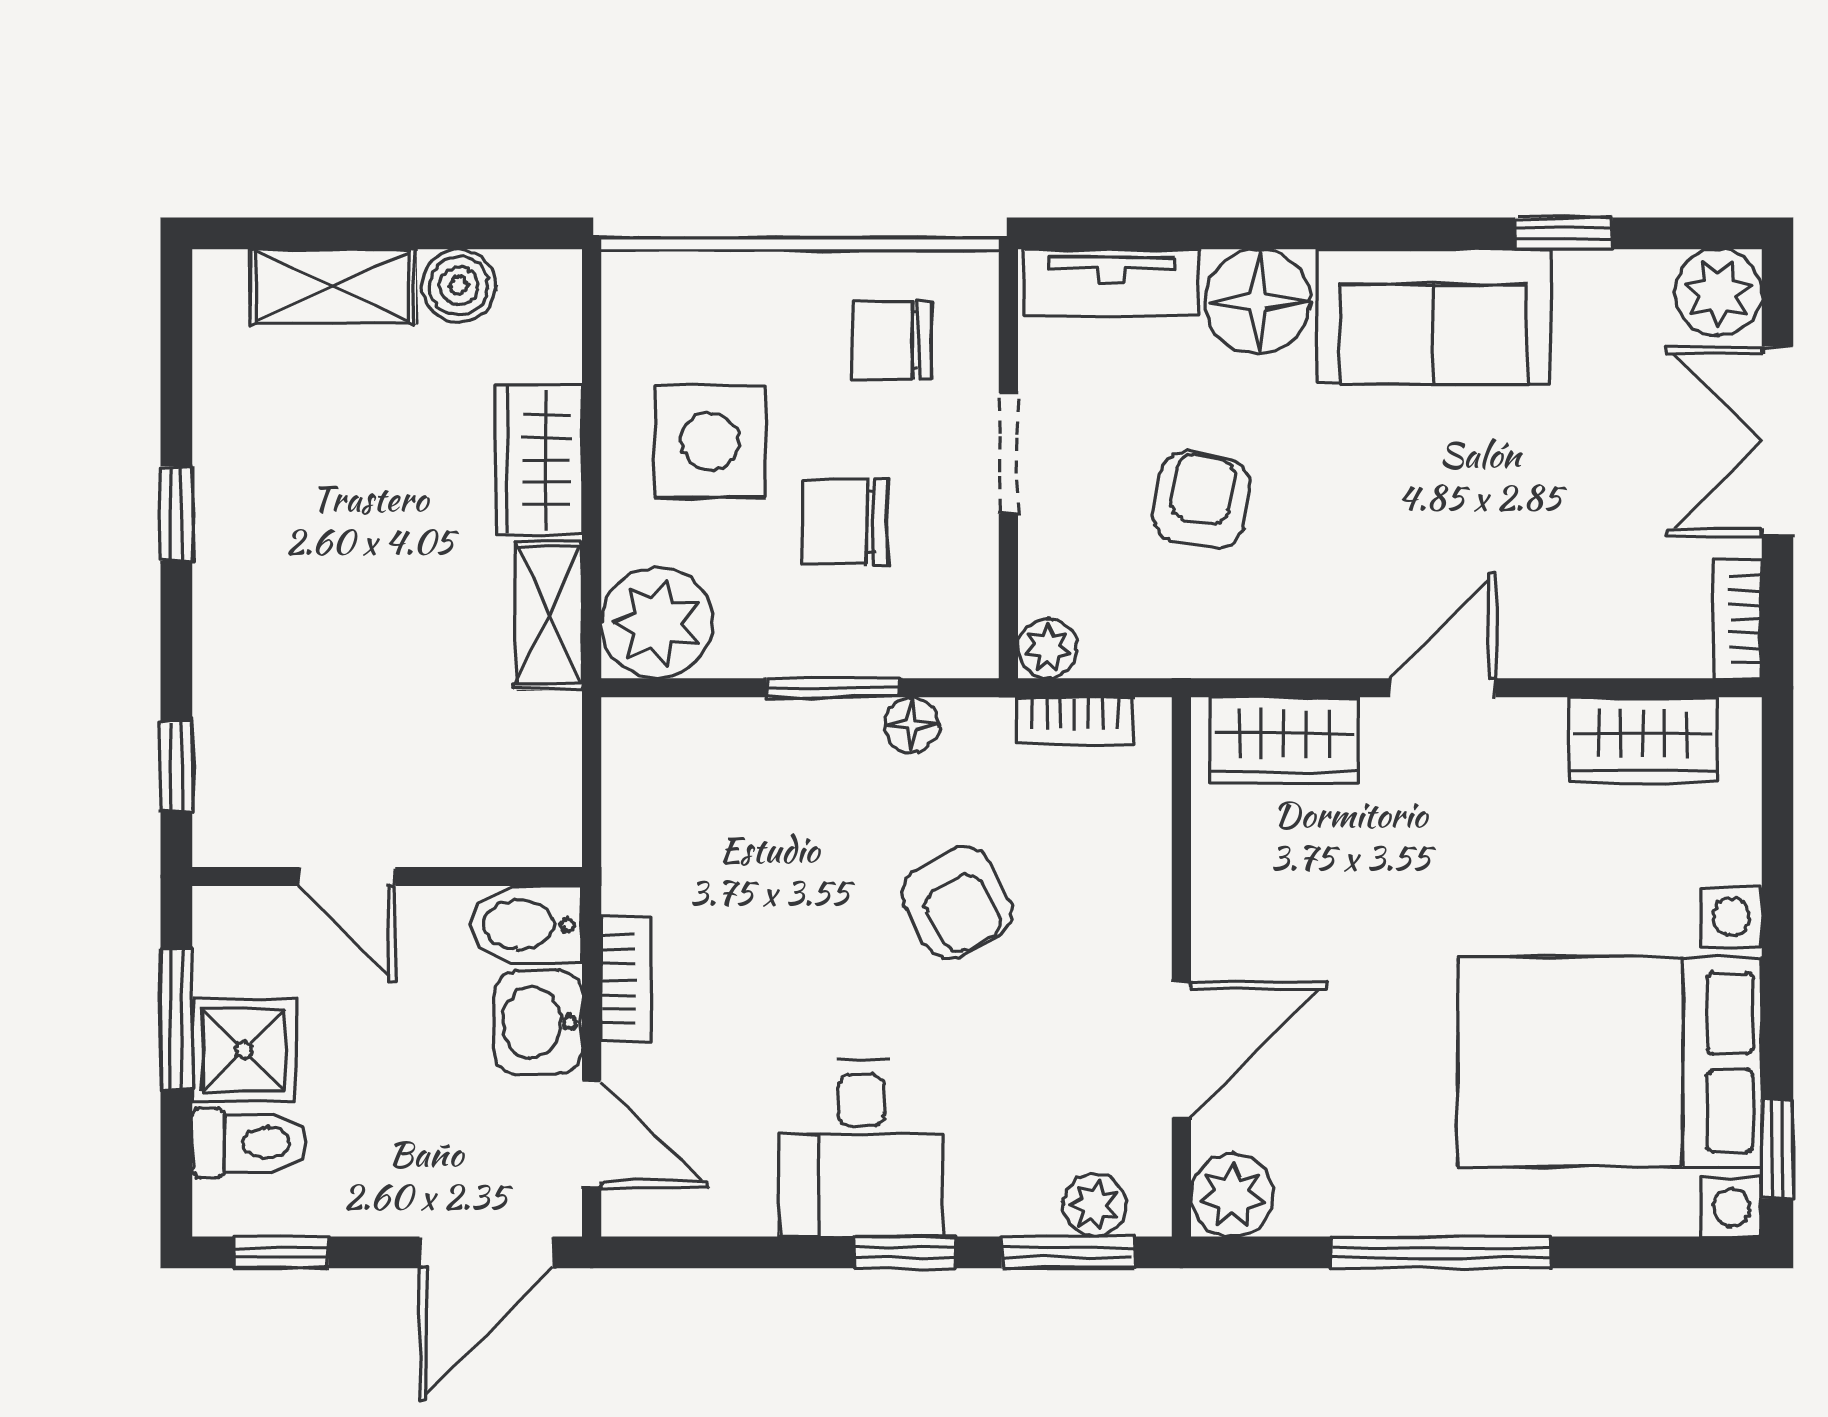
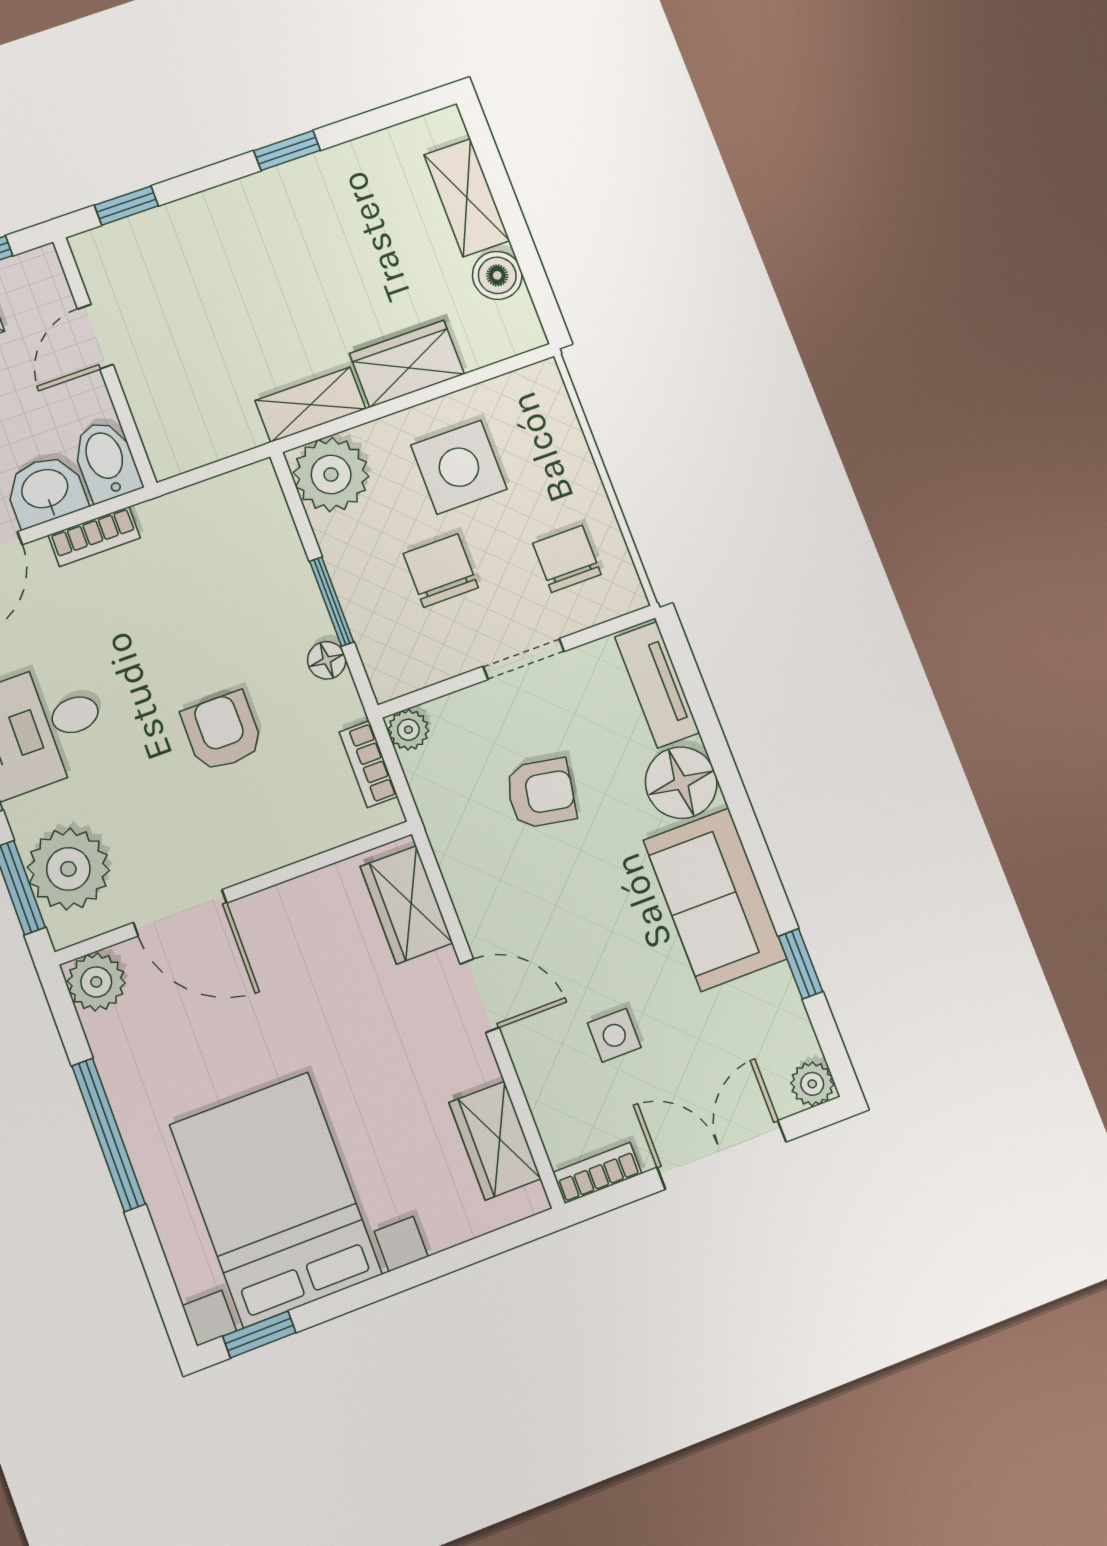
plant: (1718, 293) -> (812, 1084), width x0.73, depth x0.73
side table: (1564, 525) -> (614, 1035), added
armchair: (957, 903) -> (222, 731), turned 119
plant: (1095, 1205) -> (68, 869), width x1.88, depth x1.88

